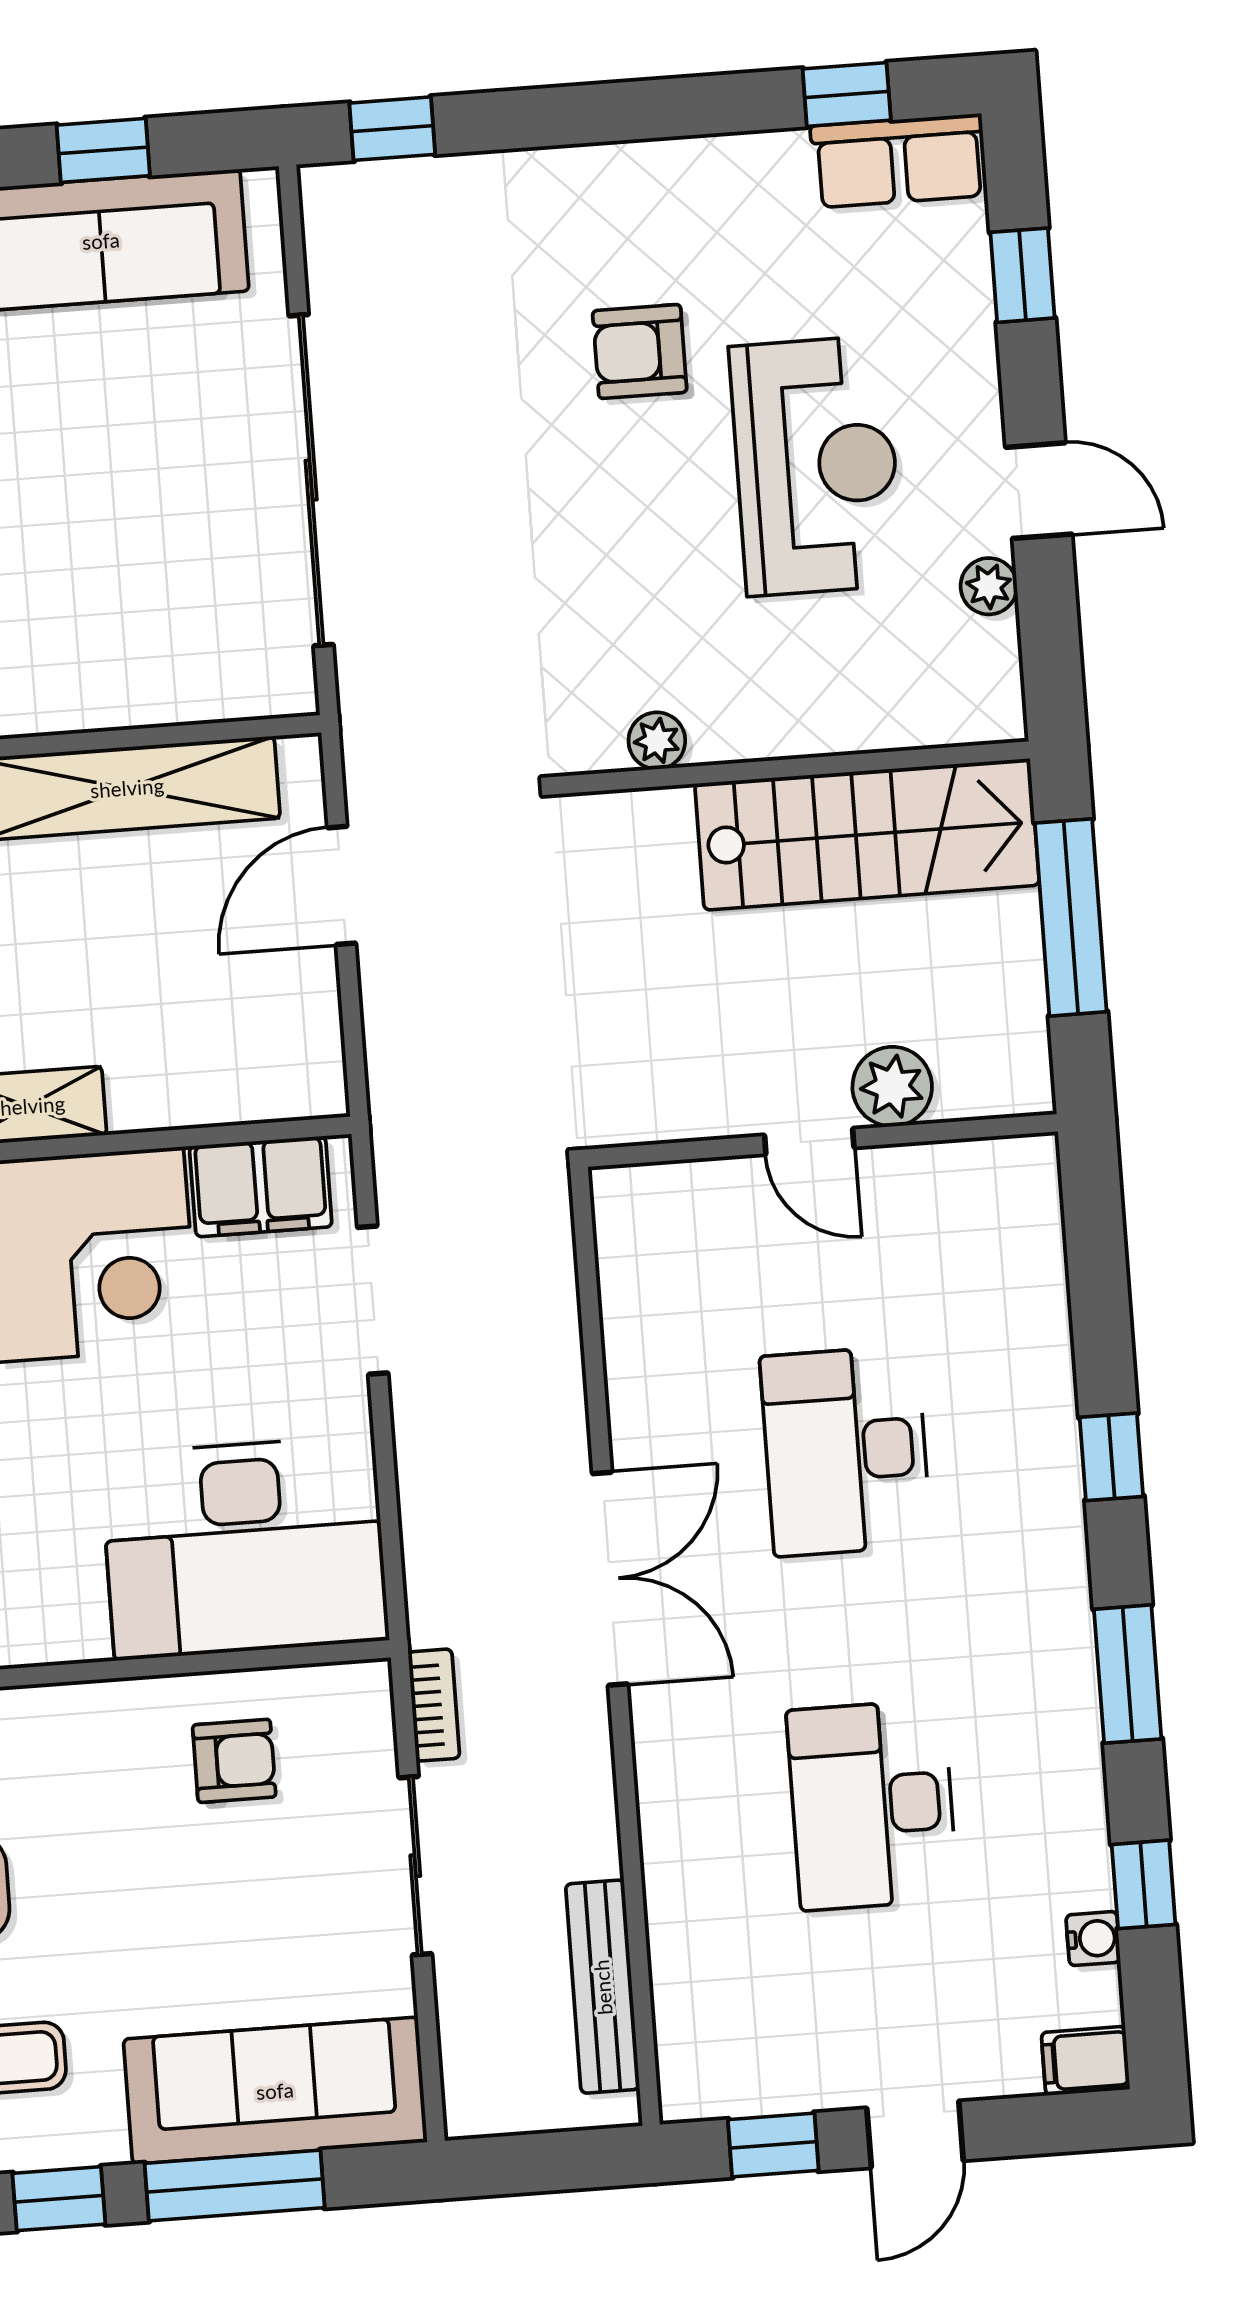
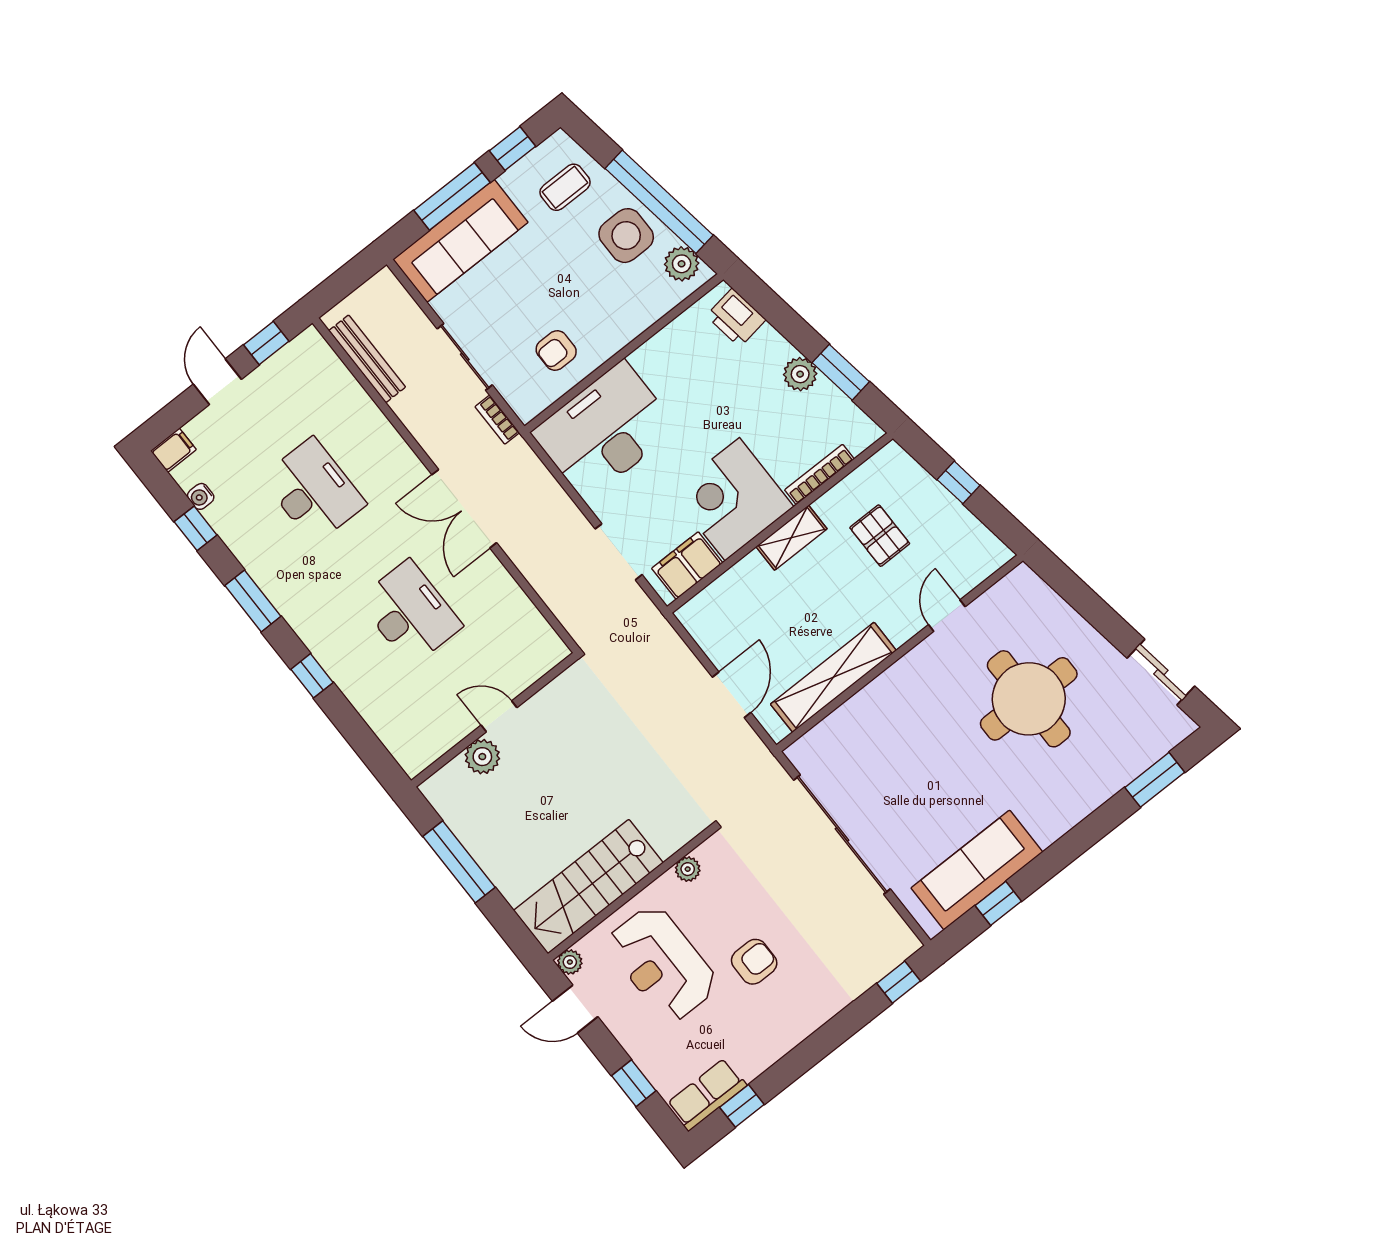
plant: (657, 741) -> (688, 869), moved
wall: (794, 768) -> (631, 893), moved
stairs: (867, 834) -> (588, 887), moved

